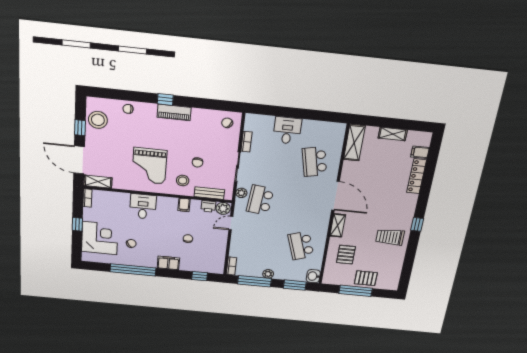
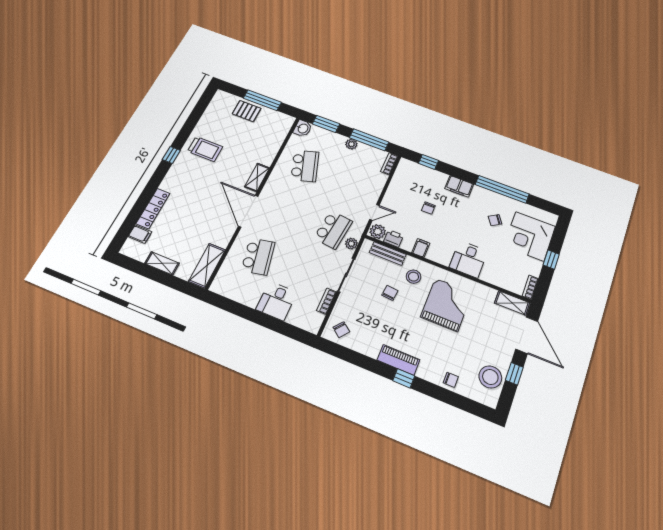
pallet: (346, 255) -> (259, 143), removed

